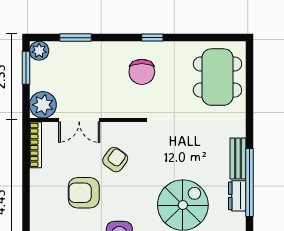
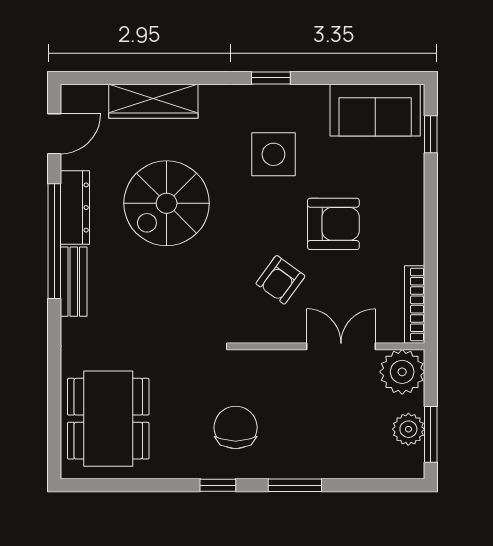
window: (75, 38) -> (295, 485), moved
plant: (39, 51) -> (408, 429), moved
dresser: (237, 196) -> (75, 208), width x1.44

